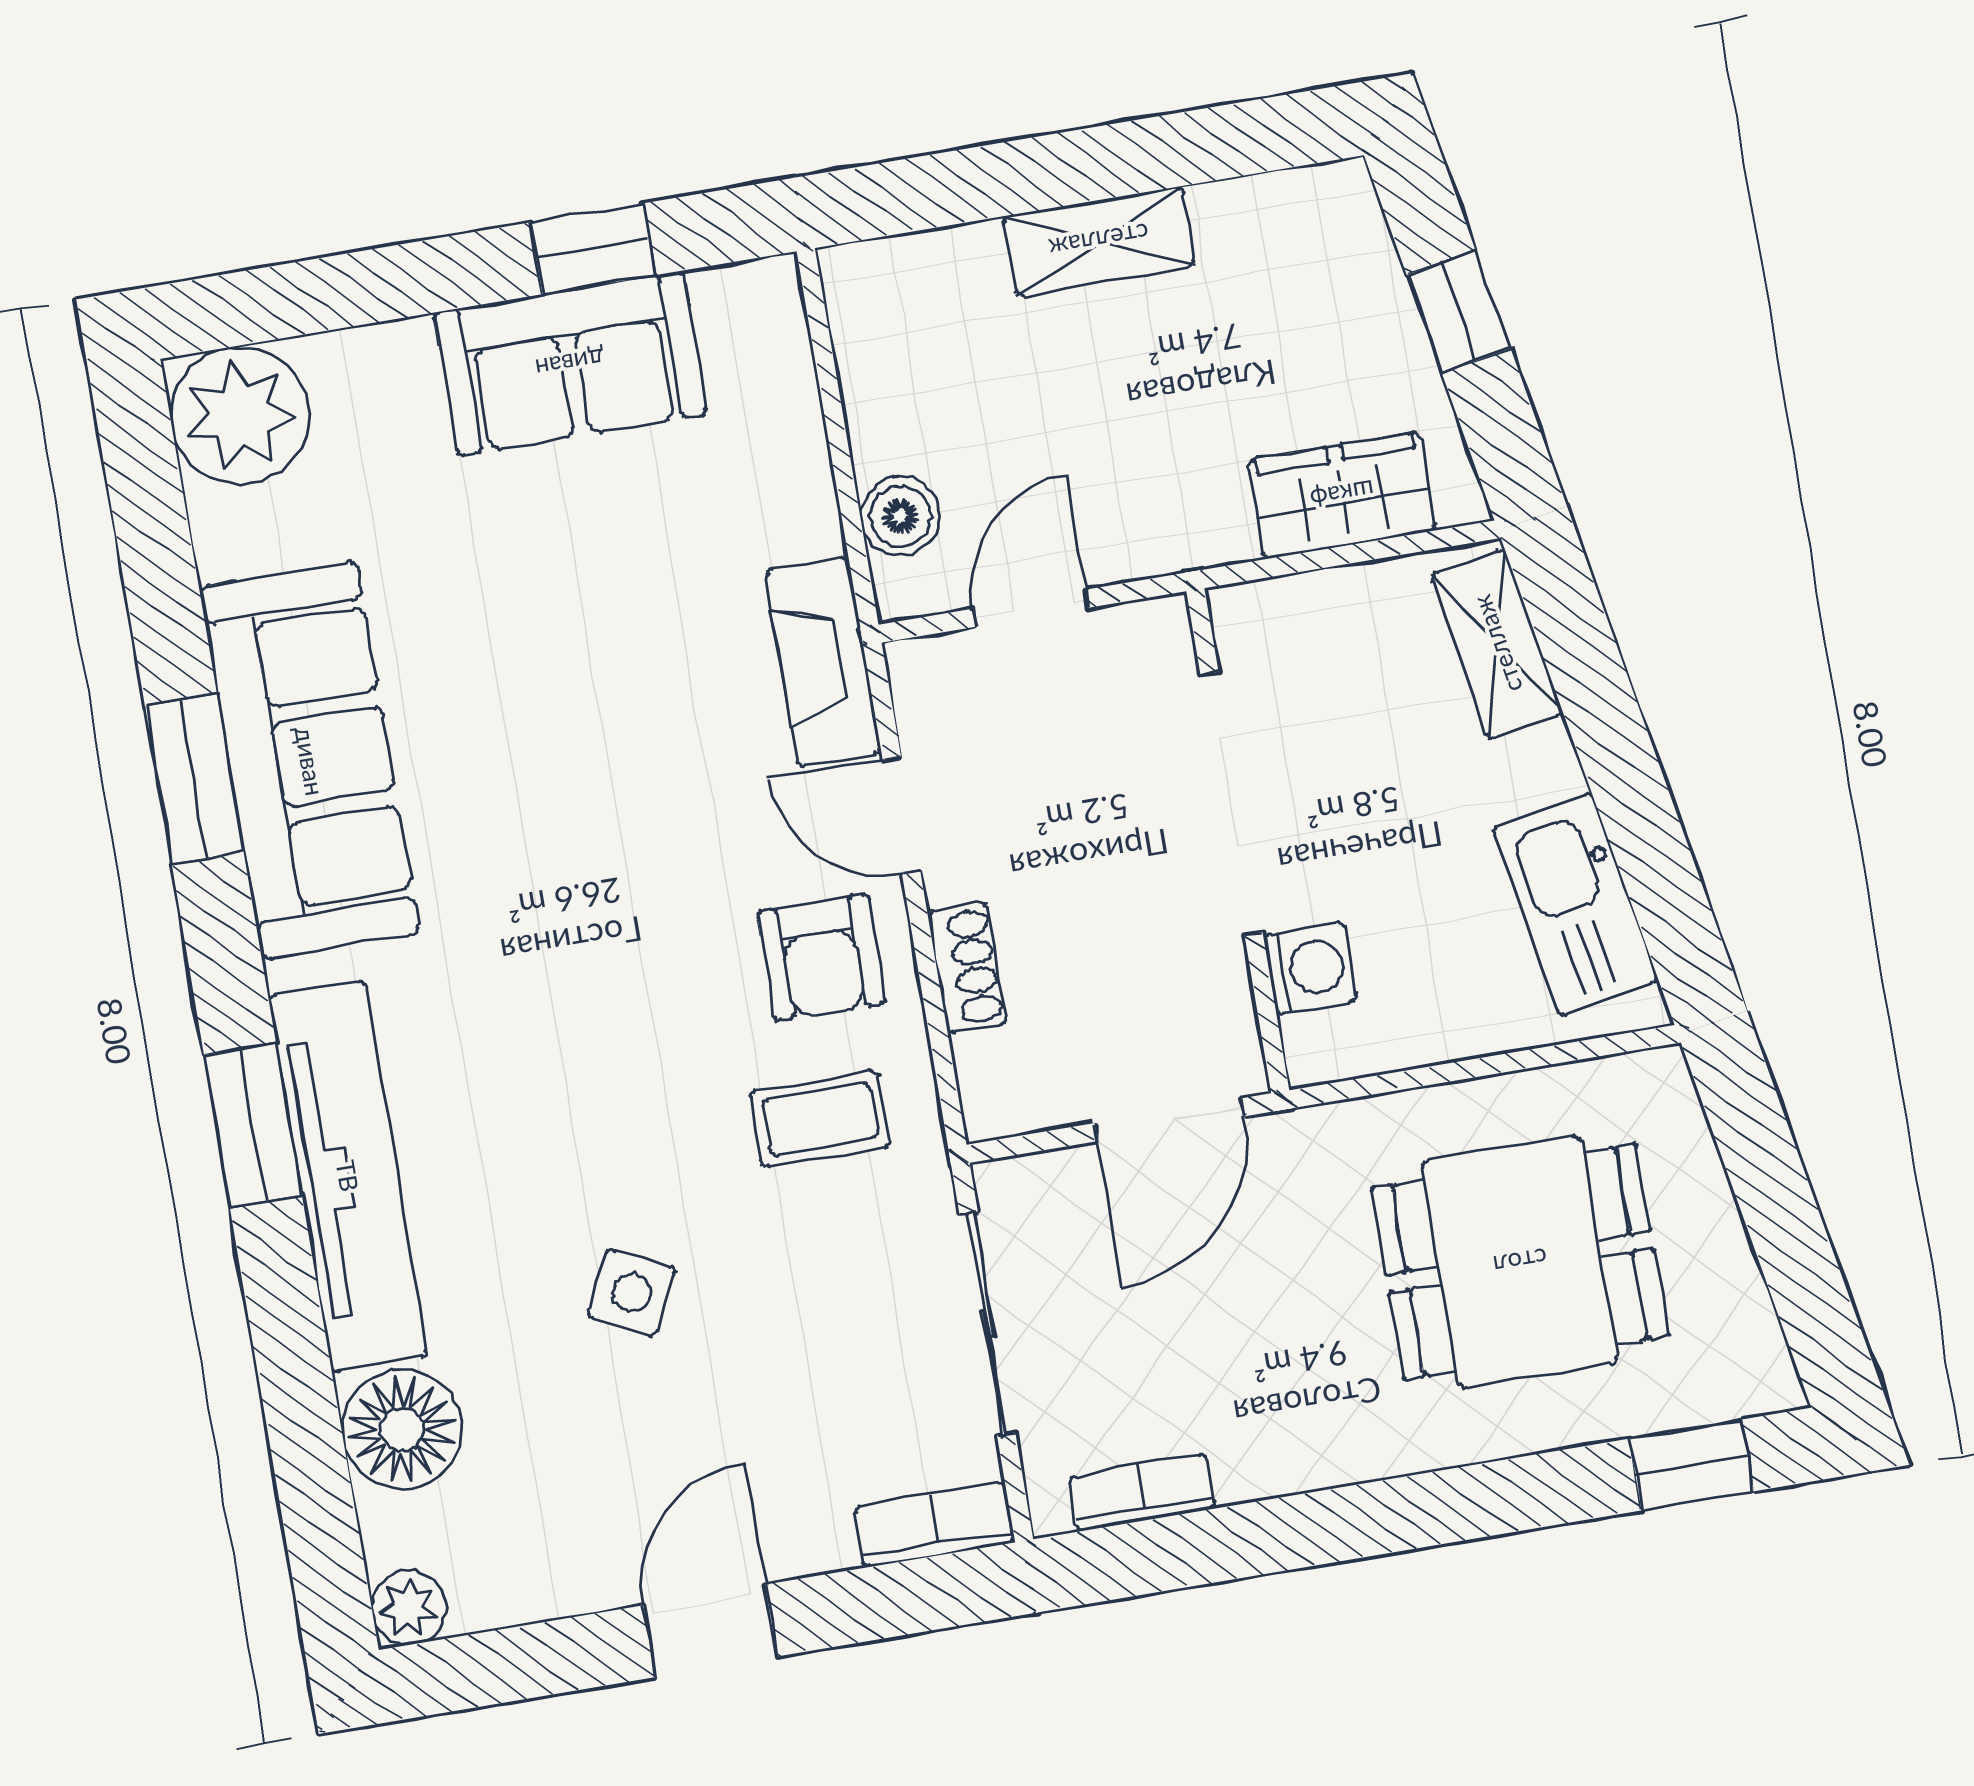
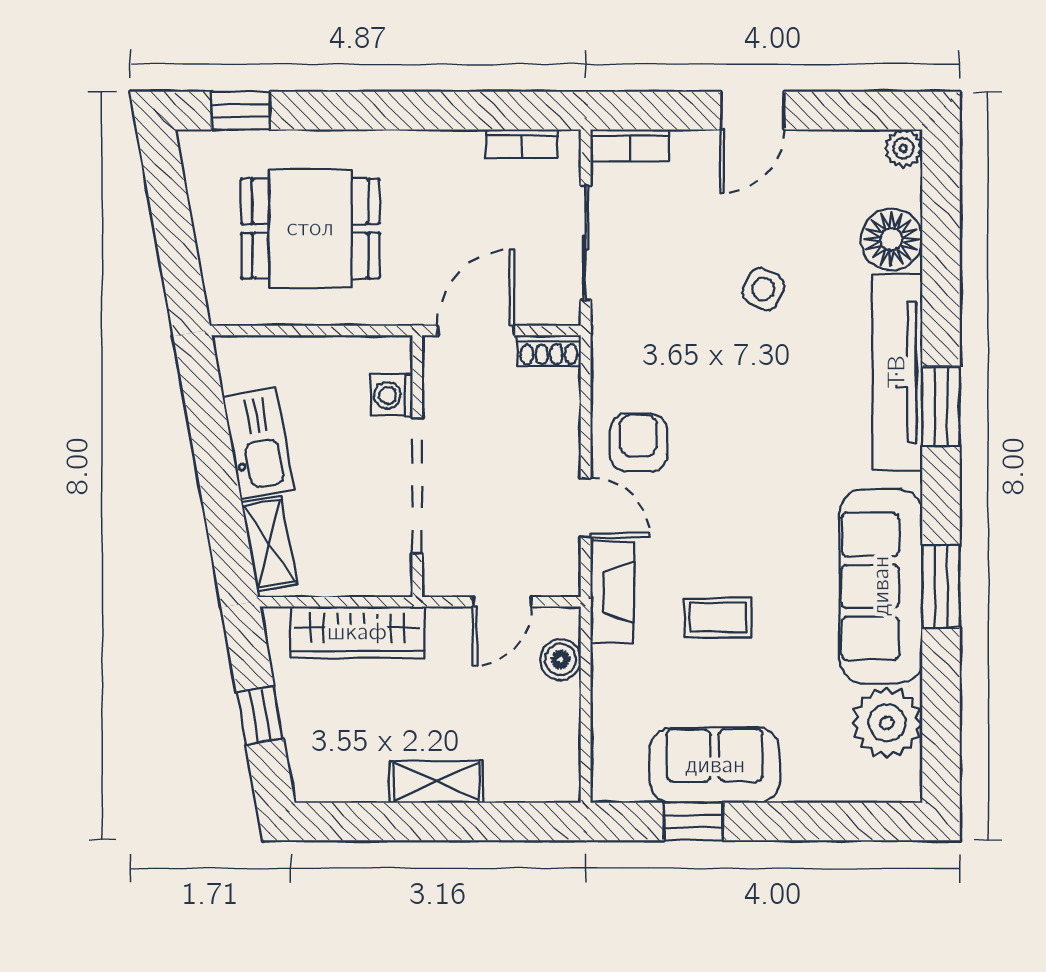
plant: (240, 415) -> (887, 723), moved
wardrobe: (1342, 495) -> (357, 632), width x1.50
kitchen sink: (1576, 905) -> (258, 443), moved
shoe rack: (967, 967) -> (549, 351), moved, turned -90
coffee table: (820, 1119) -> (718, 617), moved

